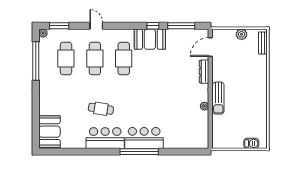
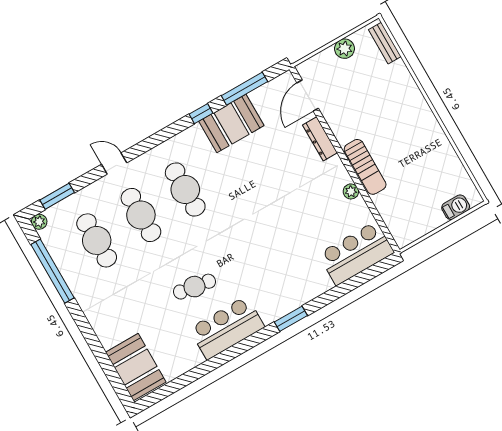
booth: (150, 39) -> (231, 123), moved
bar counter: (144, 138) -> (356, 253), moved
window: (139, 152) -> (291, 319), width x0.47

